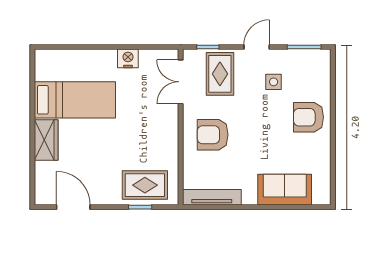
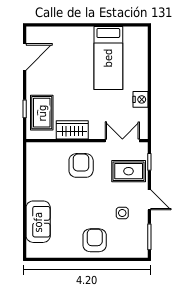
wardrobe: (46, 140) -> (72, 130), moved, turned 180
tv unit: (212, 197) -> (32, 165), removed

